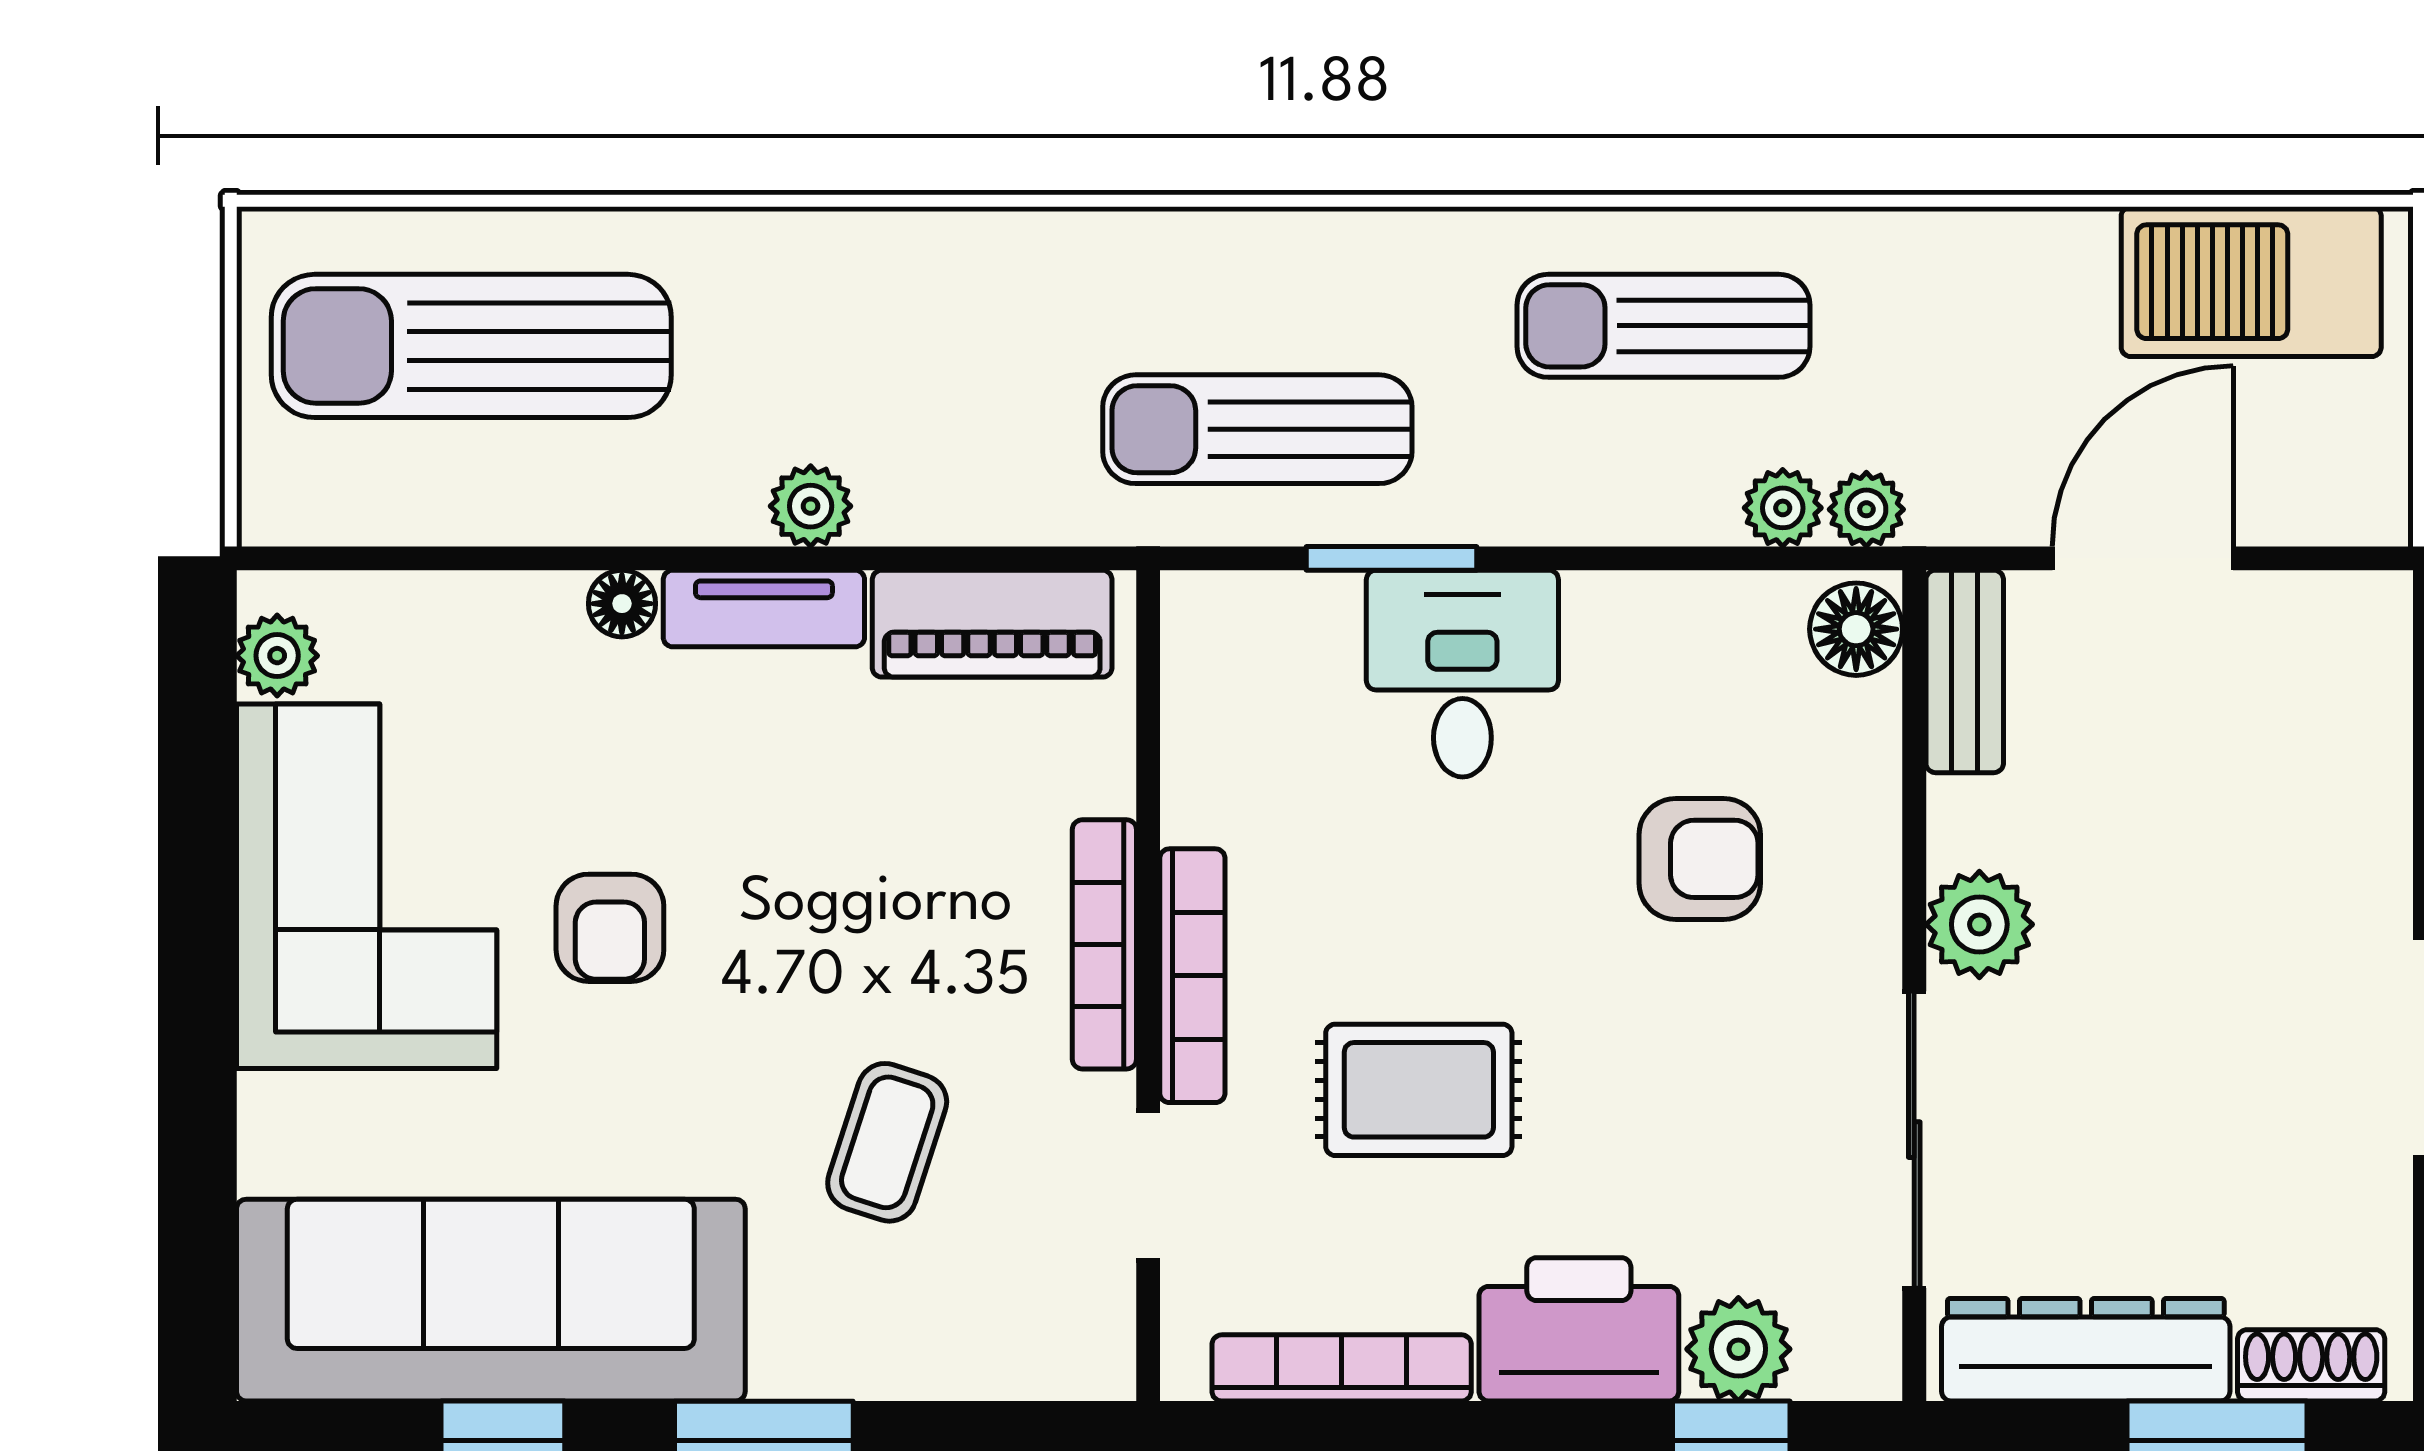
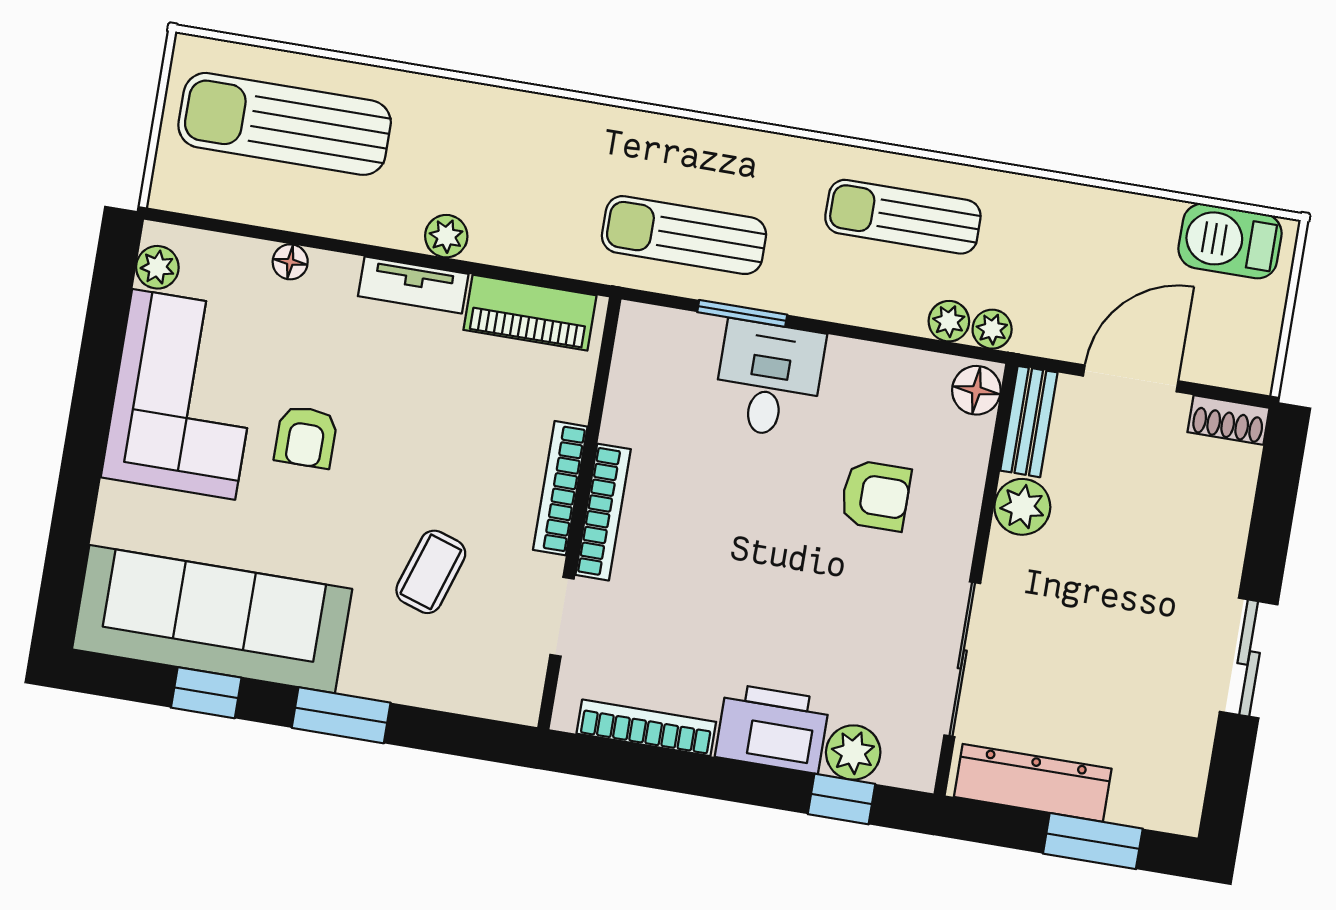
barbecue: (2251, 282) -> (1230, 241), width x0.73, depth x0.83
floor lamp: (622, 604) -> (290, 262), moved
plant: (1979, 924) -> (1022, 507), moved
rug: (1419, 1090) -> (710, 591), removed
shoe rack: (2311, 1365) -> (1228, 420), moved, turned 180

